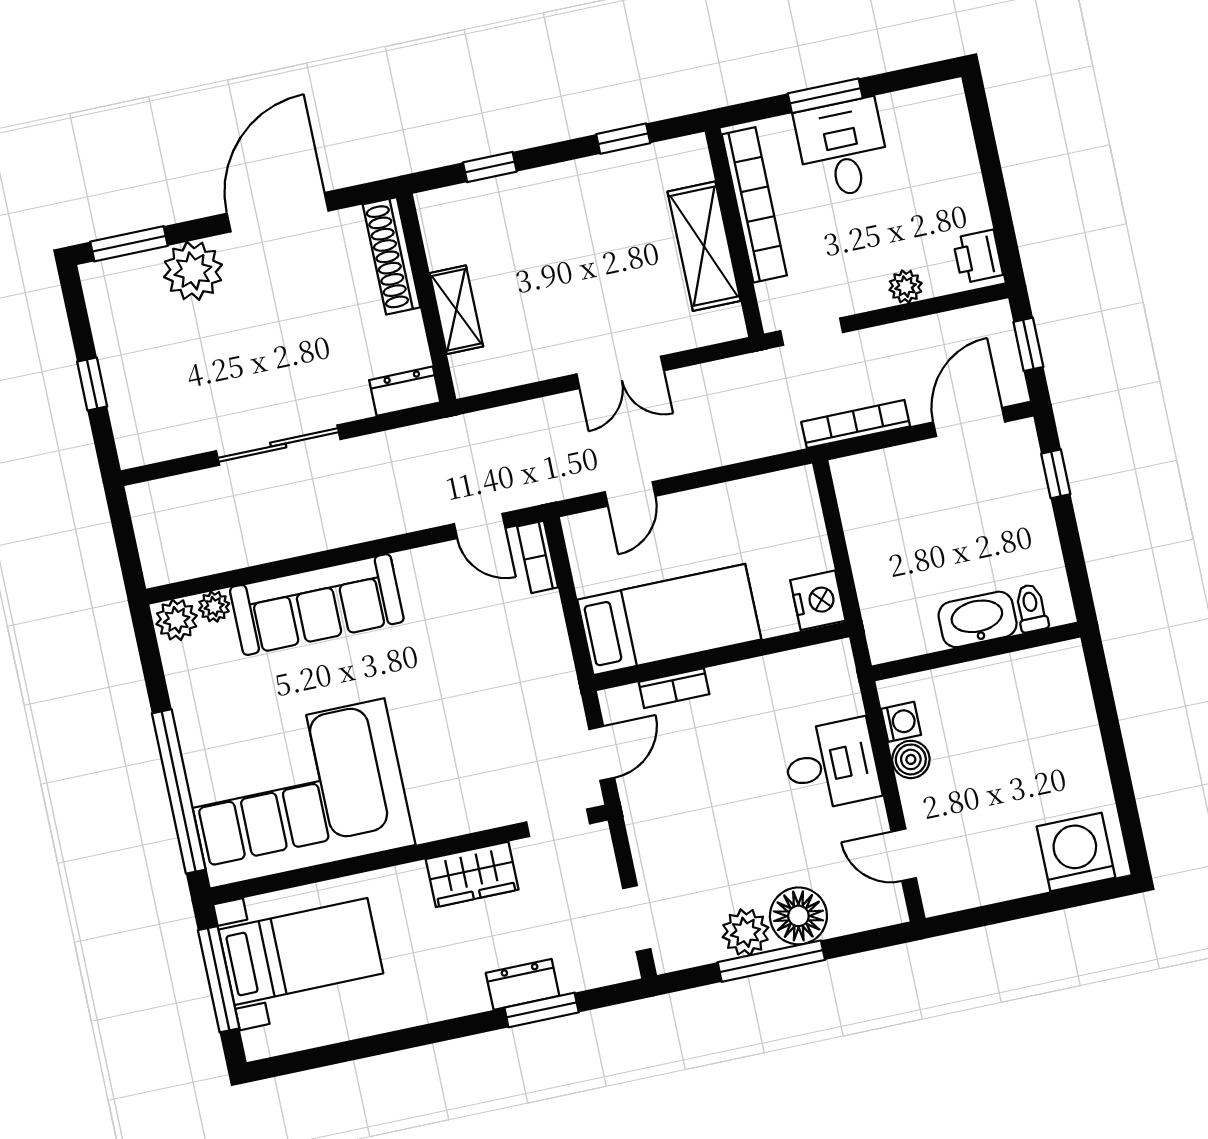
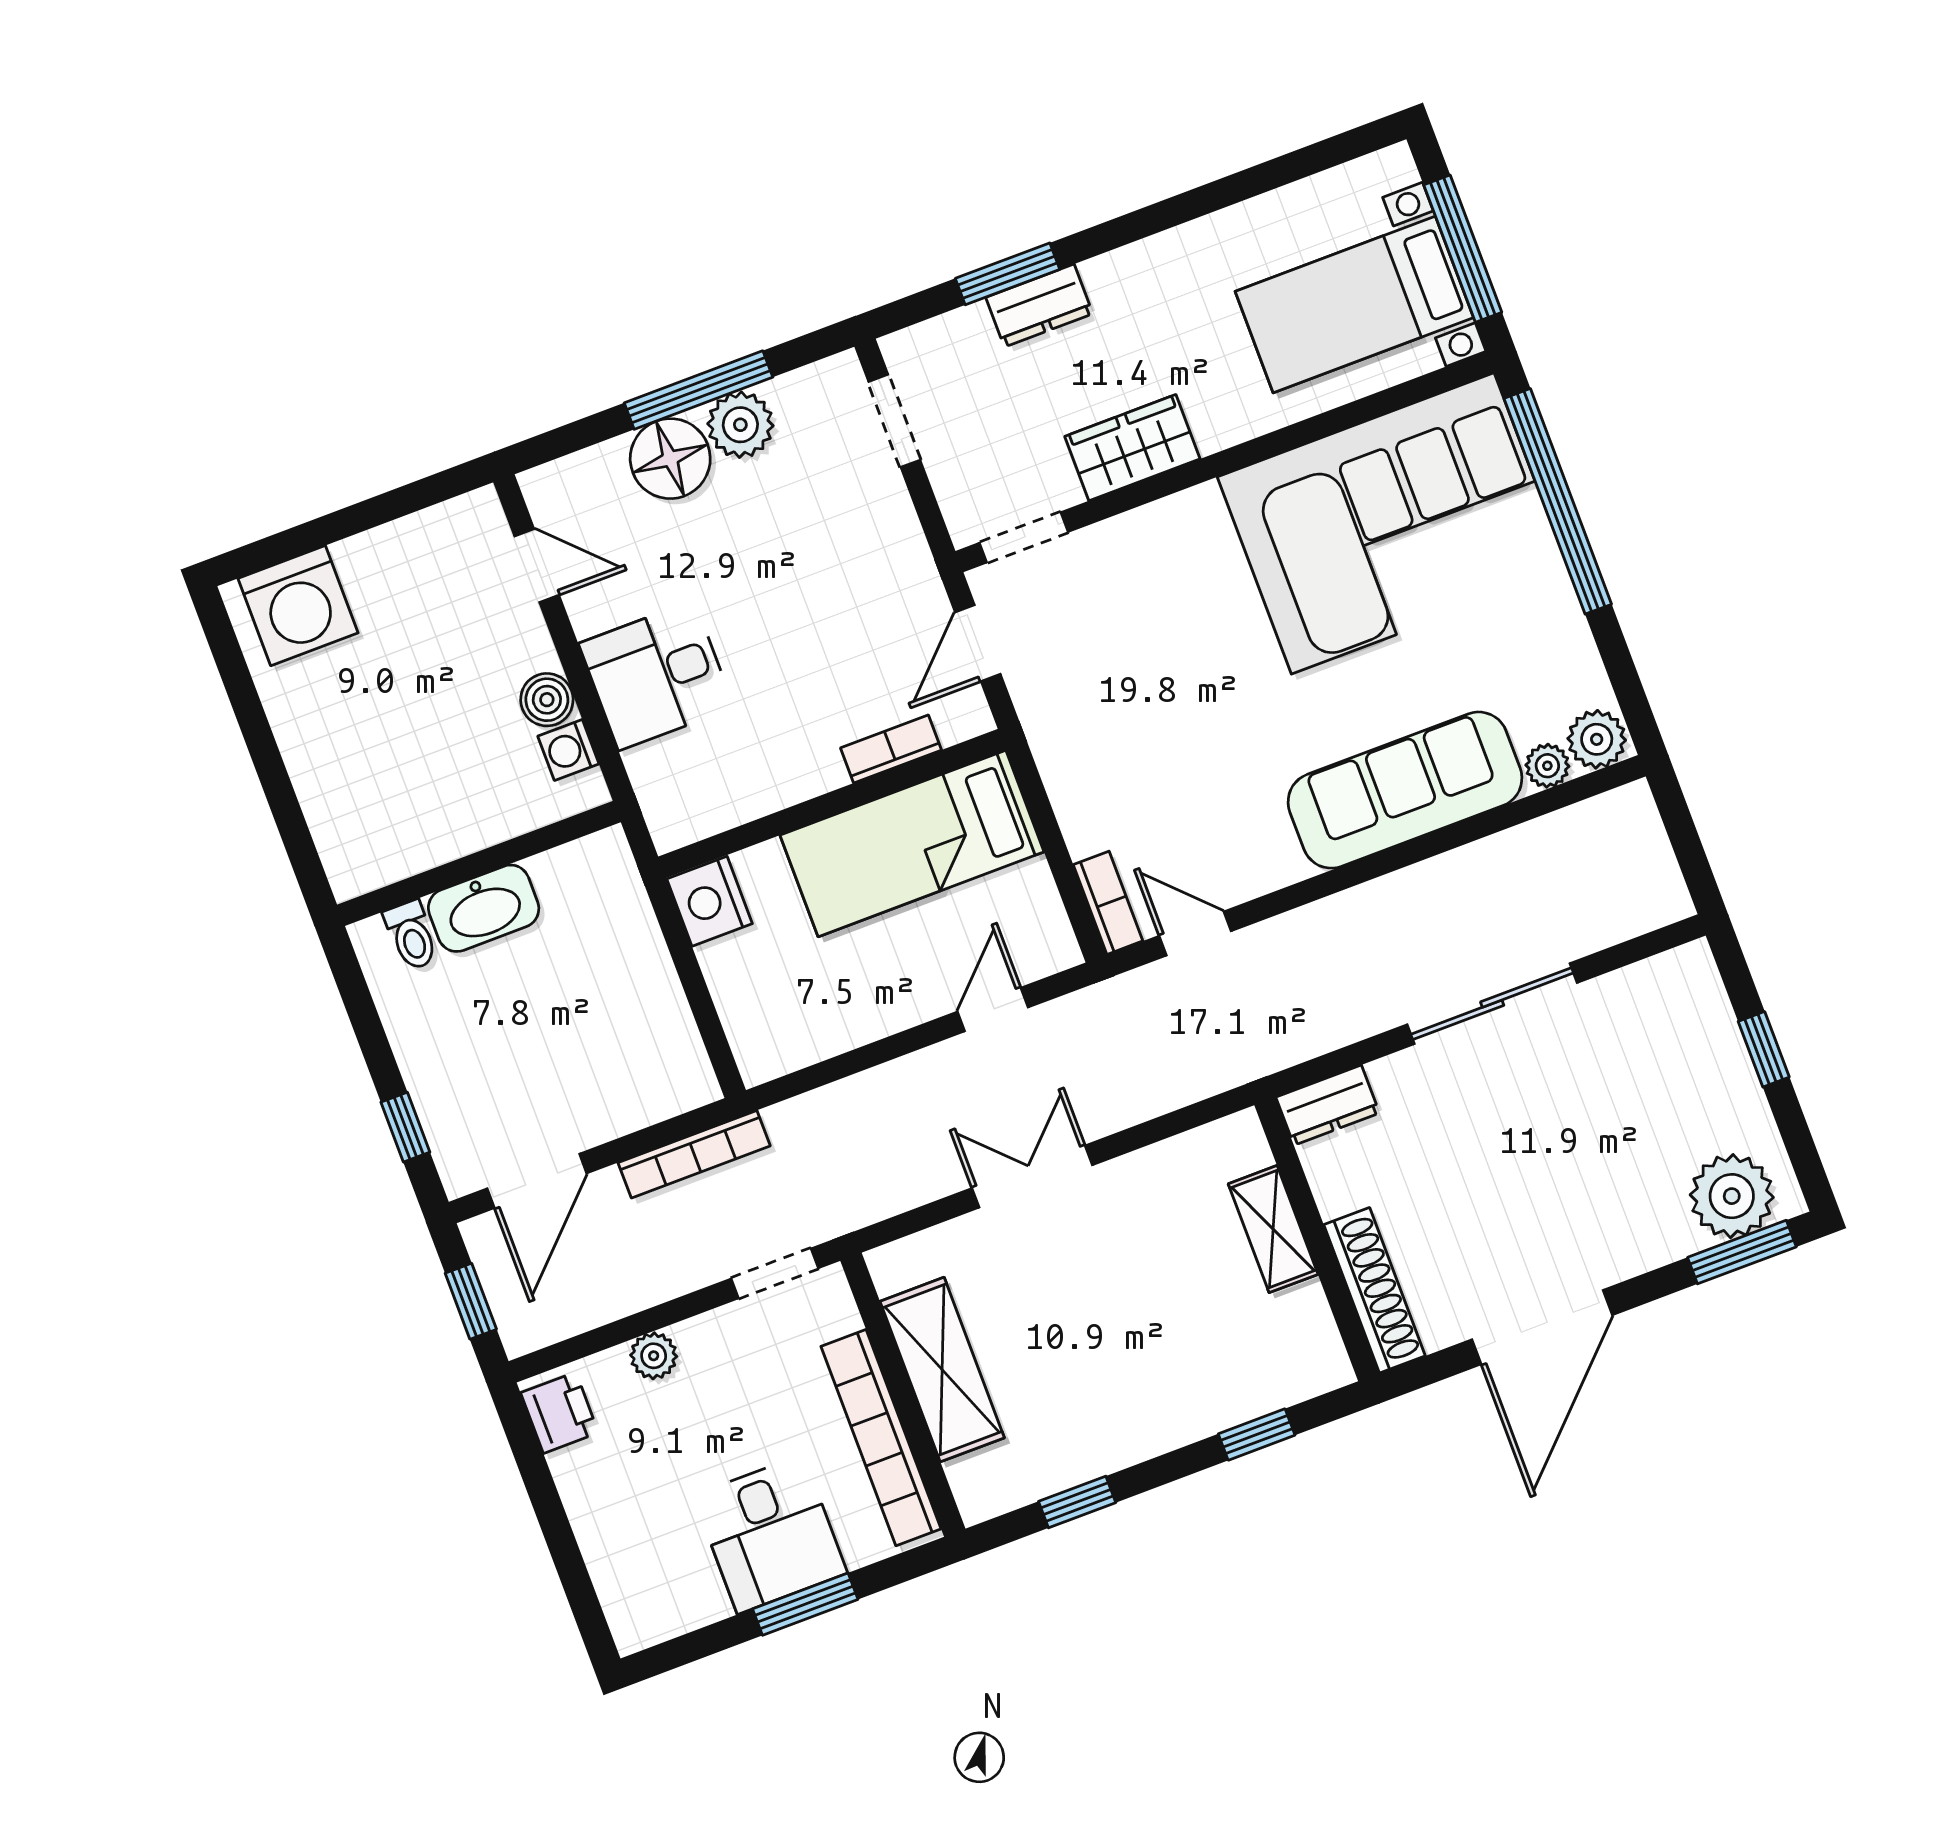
plant: (193, 271) -> (1732, 1196), moved

